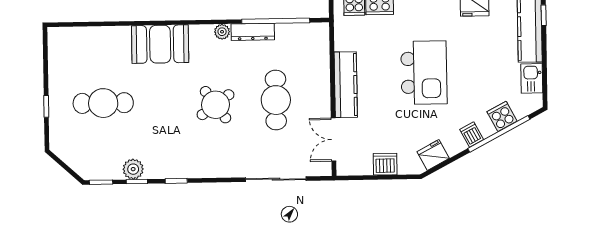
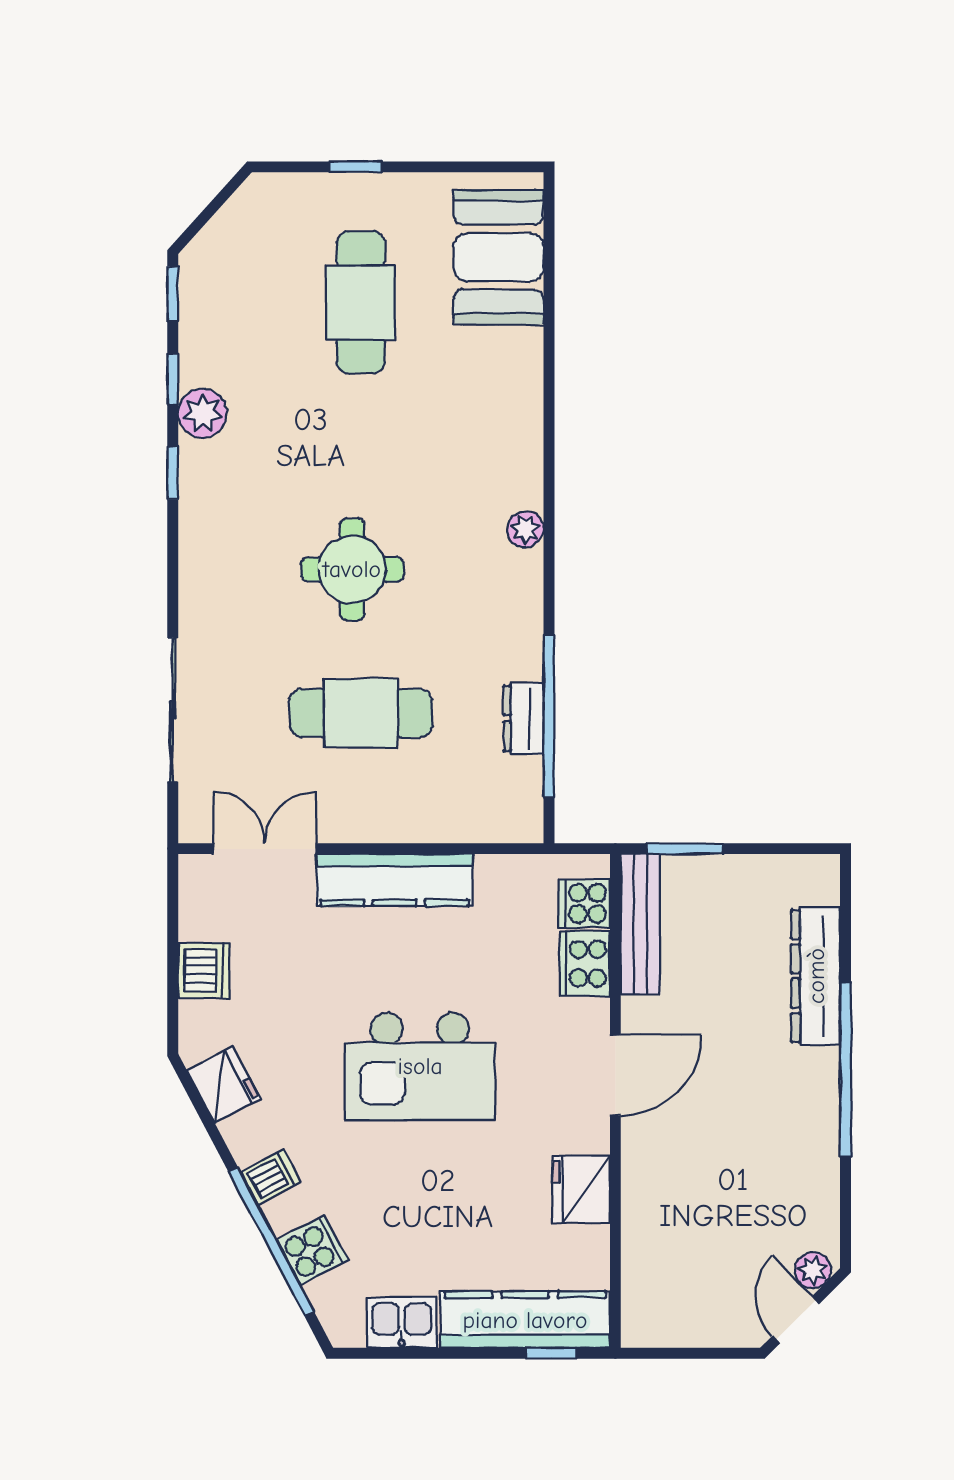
plant: (222, 32) -> (525, 529), moved
dresser: (253, 32) -> (524, 718), moved, width x0.70
booth: (160, 44) -> (499, 257), moved
round table: (216, 105) -> (352, 569), turned 36
plant: (133, 169) -> (203, 413), moved

